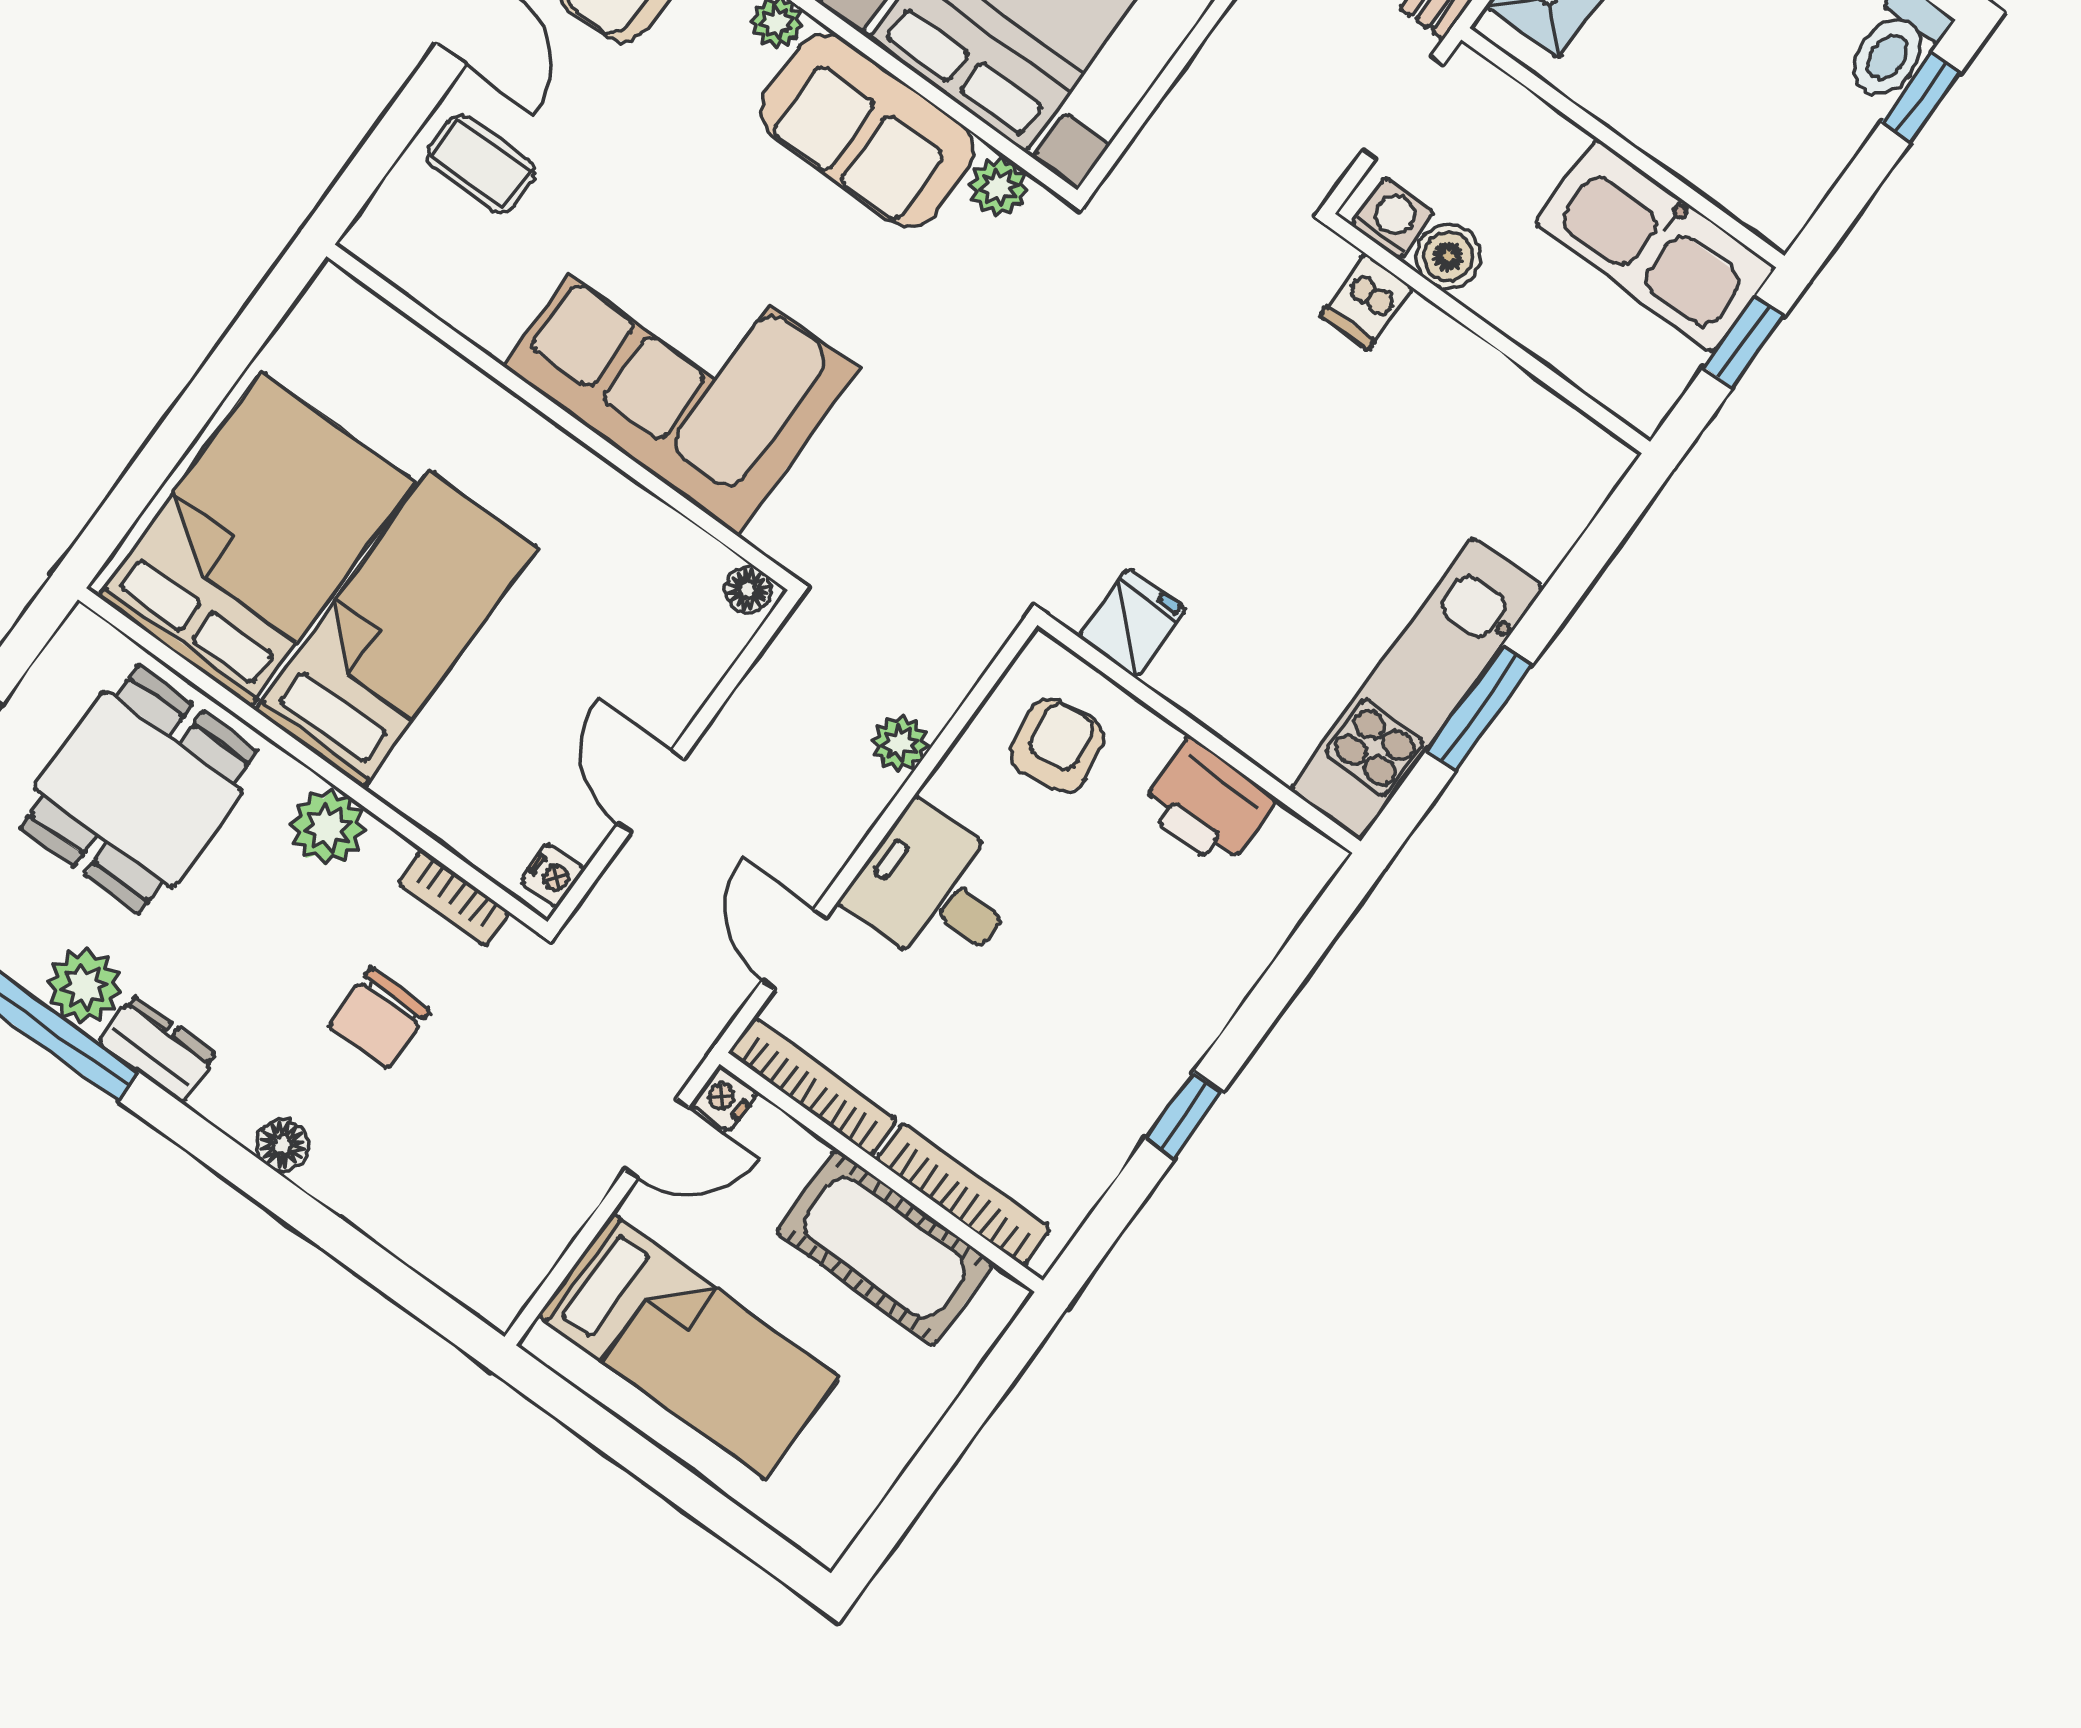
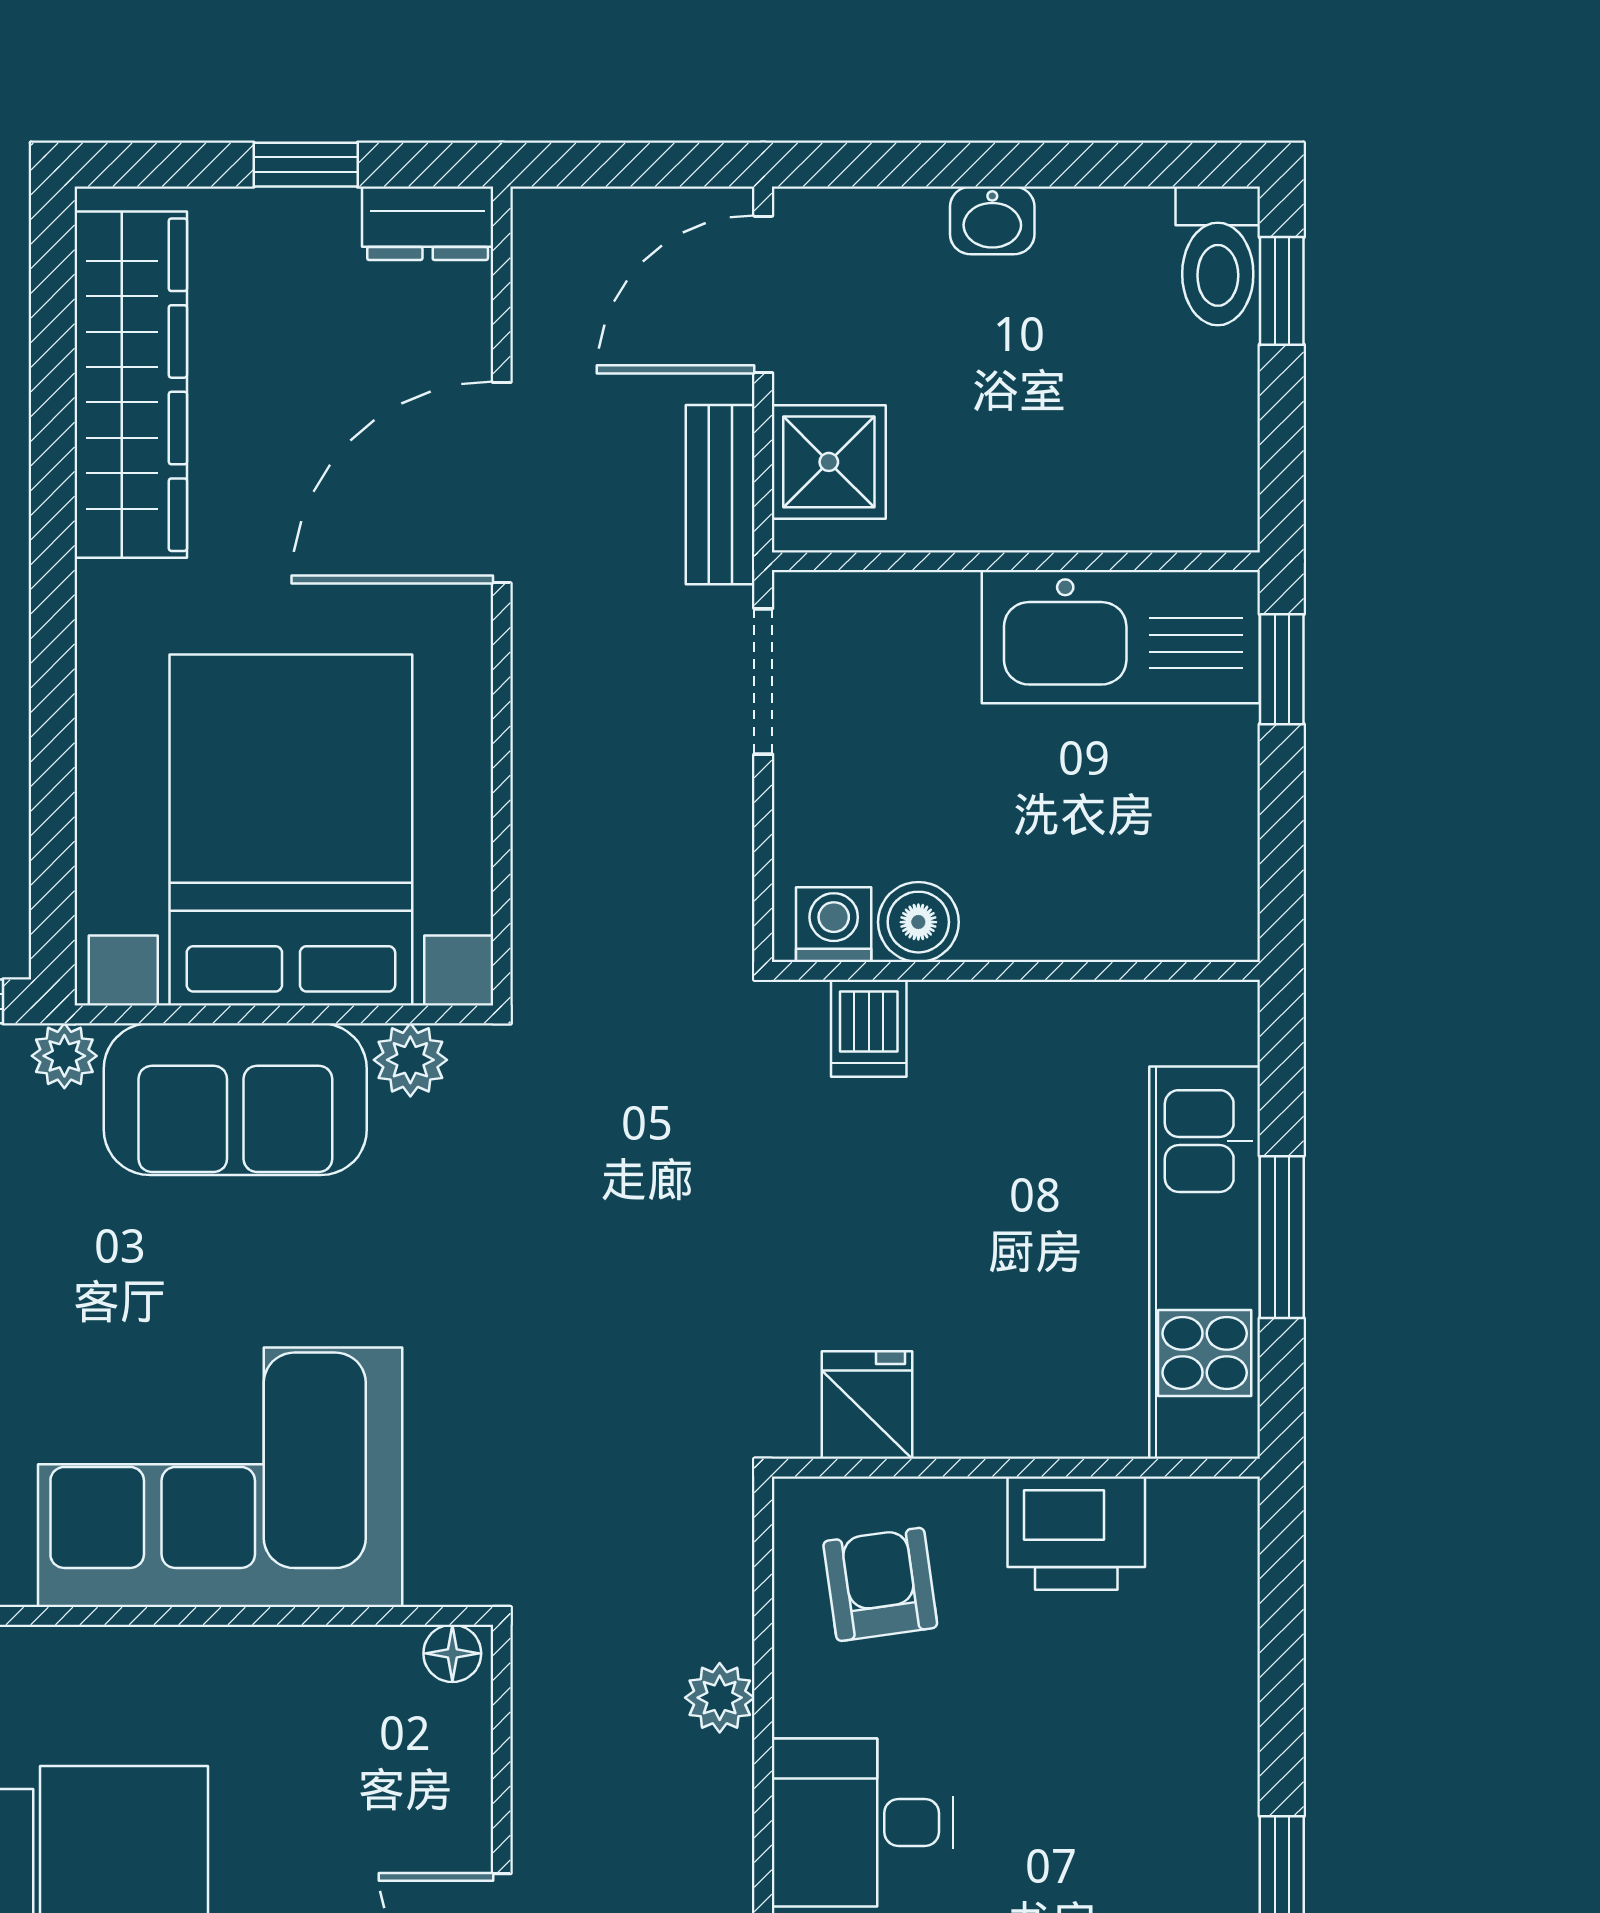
washing machine: (1392, 218) -> (834, 925), moved
boiler: (1448, 256) -> (918, 922), moved
dishwasher: (1367, 302) -> (869, 1028), moved
wall: (1488, 334) -> (1016, 971), moved

